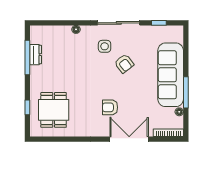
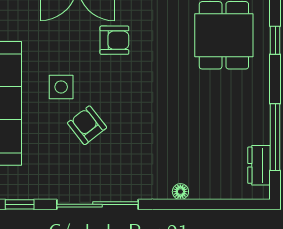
side table: (105, 46) -> (61, 87), moved
dresser: (36, 55) -> (259, 165), moved

